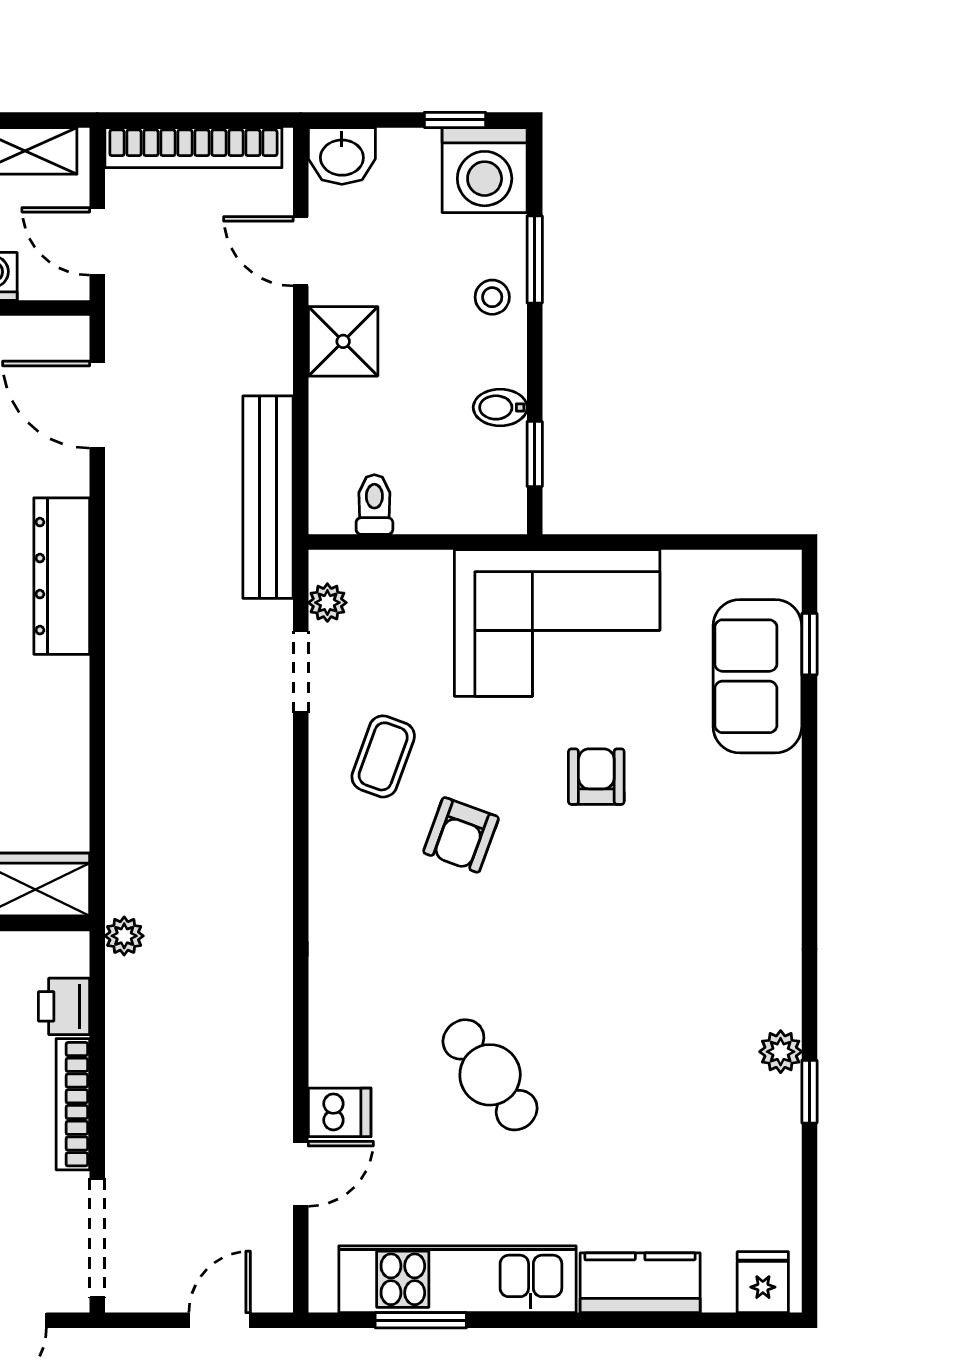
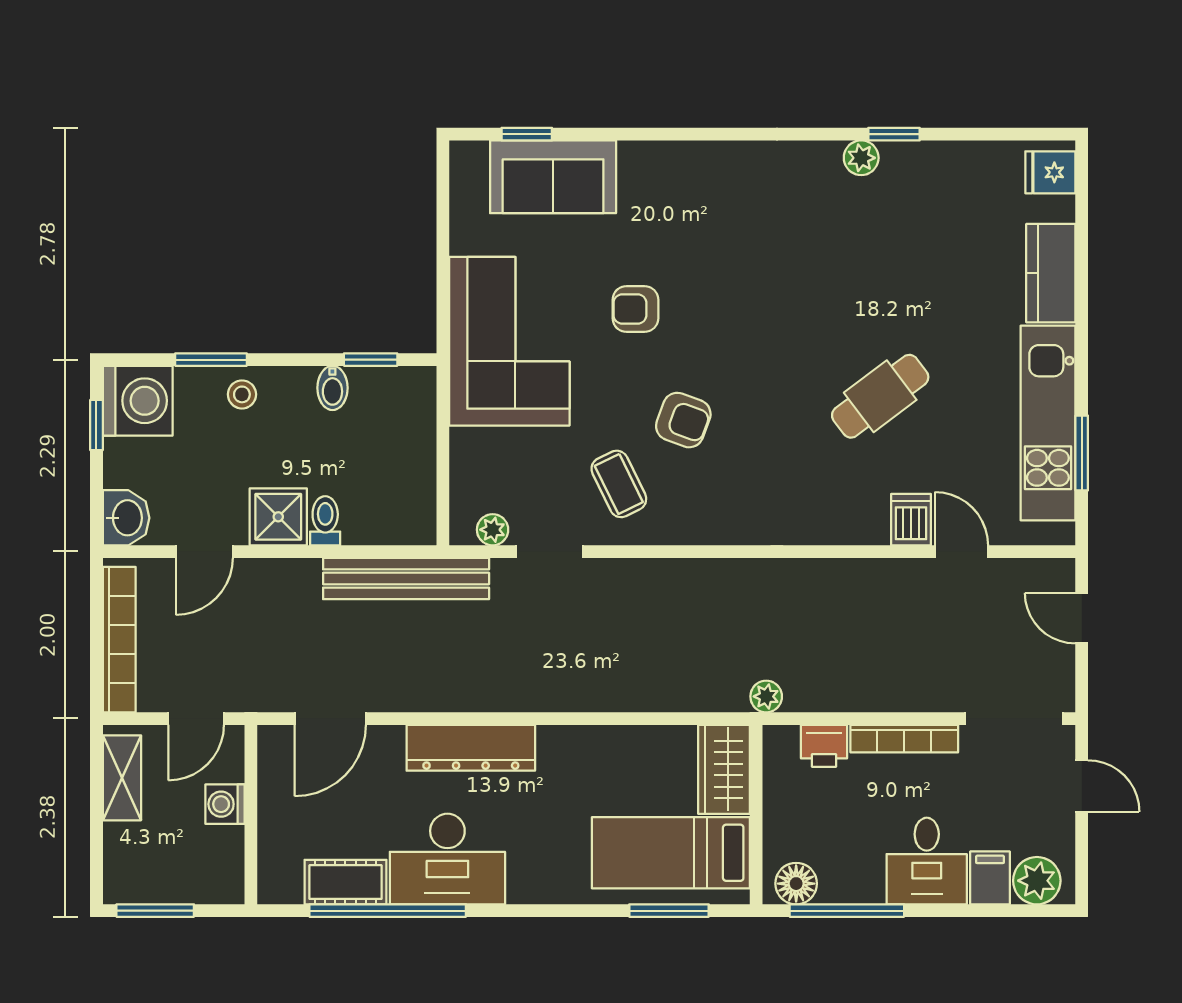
toilet: (374, 505) -> (325, 521), moved, turned 90
coffee table: (383, 756) -> (619, 484), turned 44

